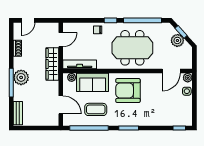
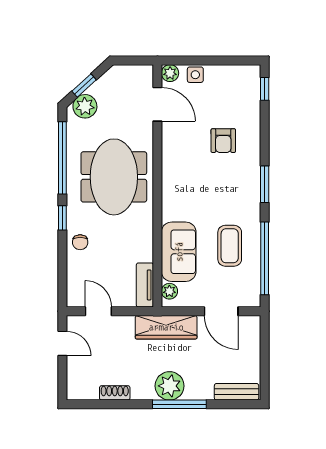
door: (28, 20) -> (62, 343), moved
plant: (177, 40) -> (85, 106), moved
wardrobe: (52, 64) -> (166, 327), moved
tv unit: (80, 64) -> (145, 285), width x0.71
armchair: (128, 91) -> (223, 141), moved, width x0.53, depth x0.53
door: (61, 105) -> (221, 311), swing flipped

